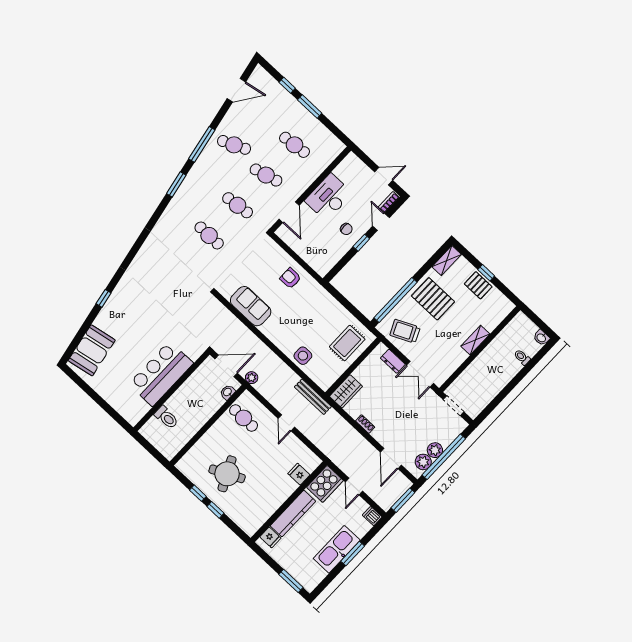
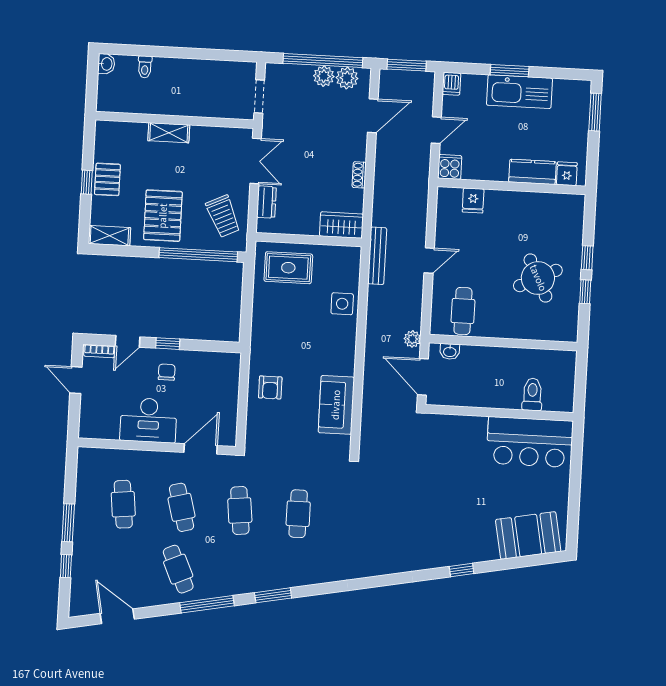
bar counter: (161, 374) -> (530, 442), moved
cooker: (325, 484) -> (450, 167), width x0.53, depth x0.76
kitchen counter: (293, 514) -> (532, 172), width x0.67

